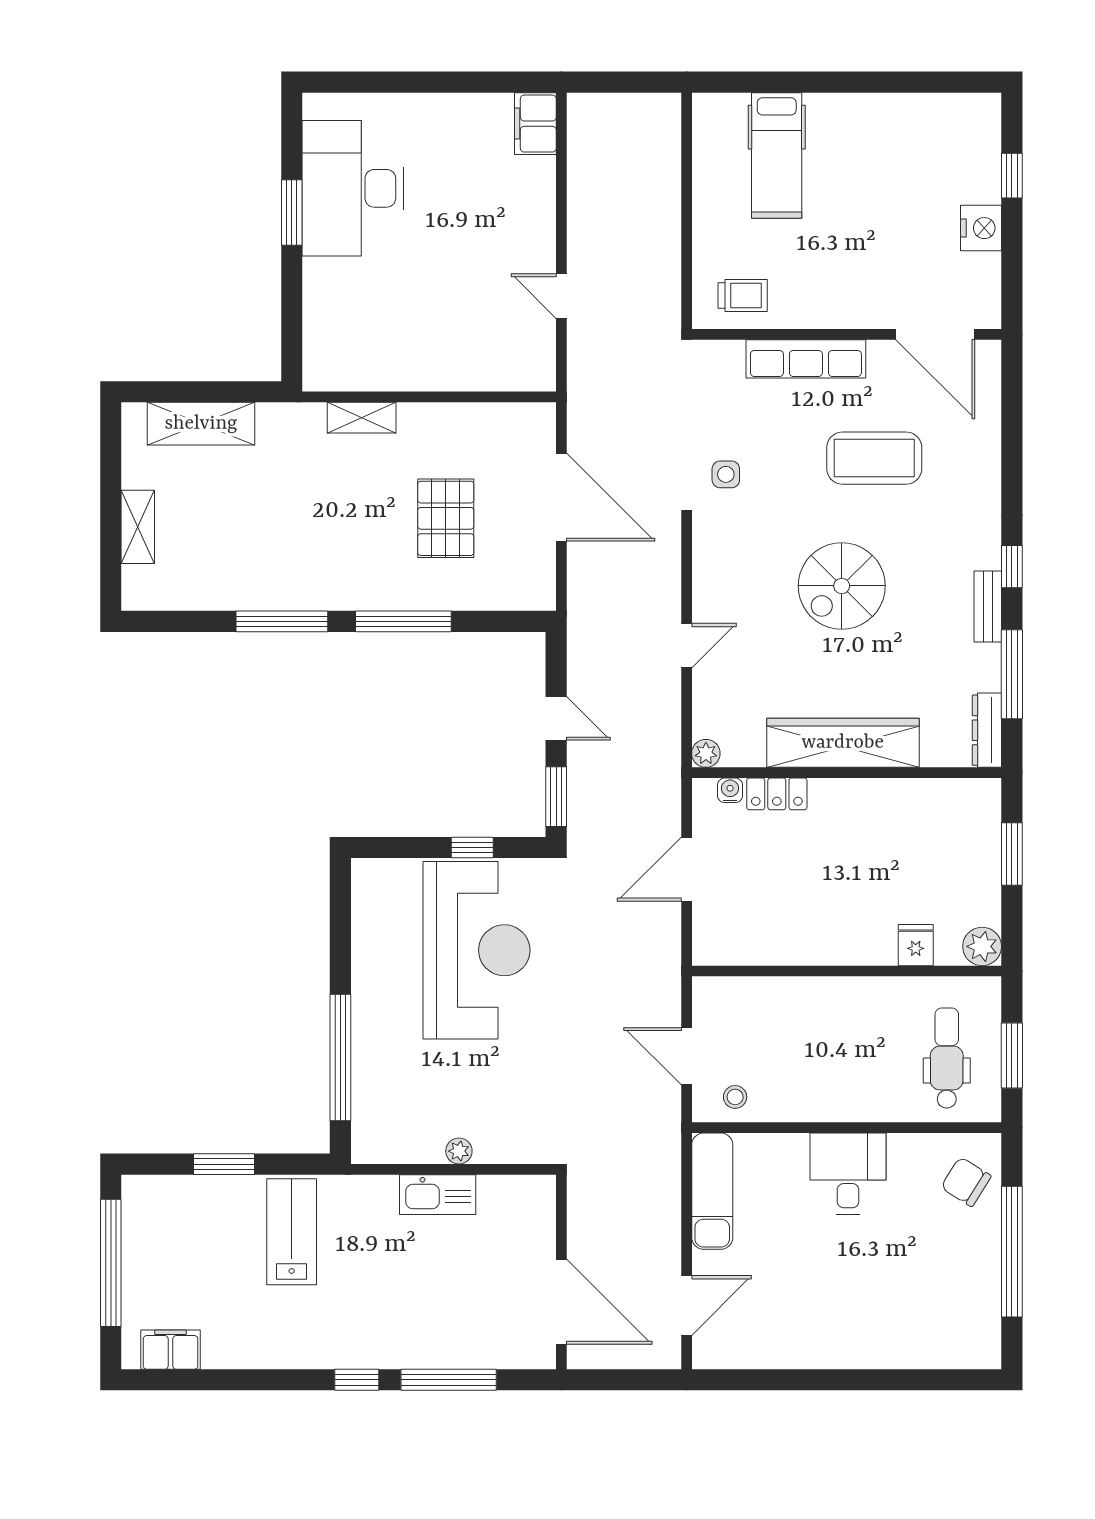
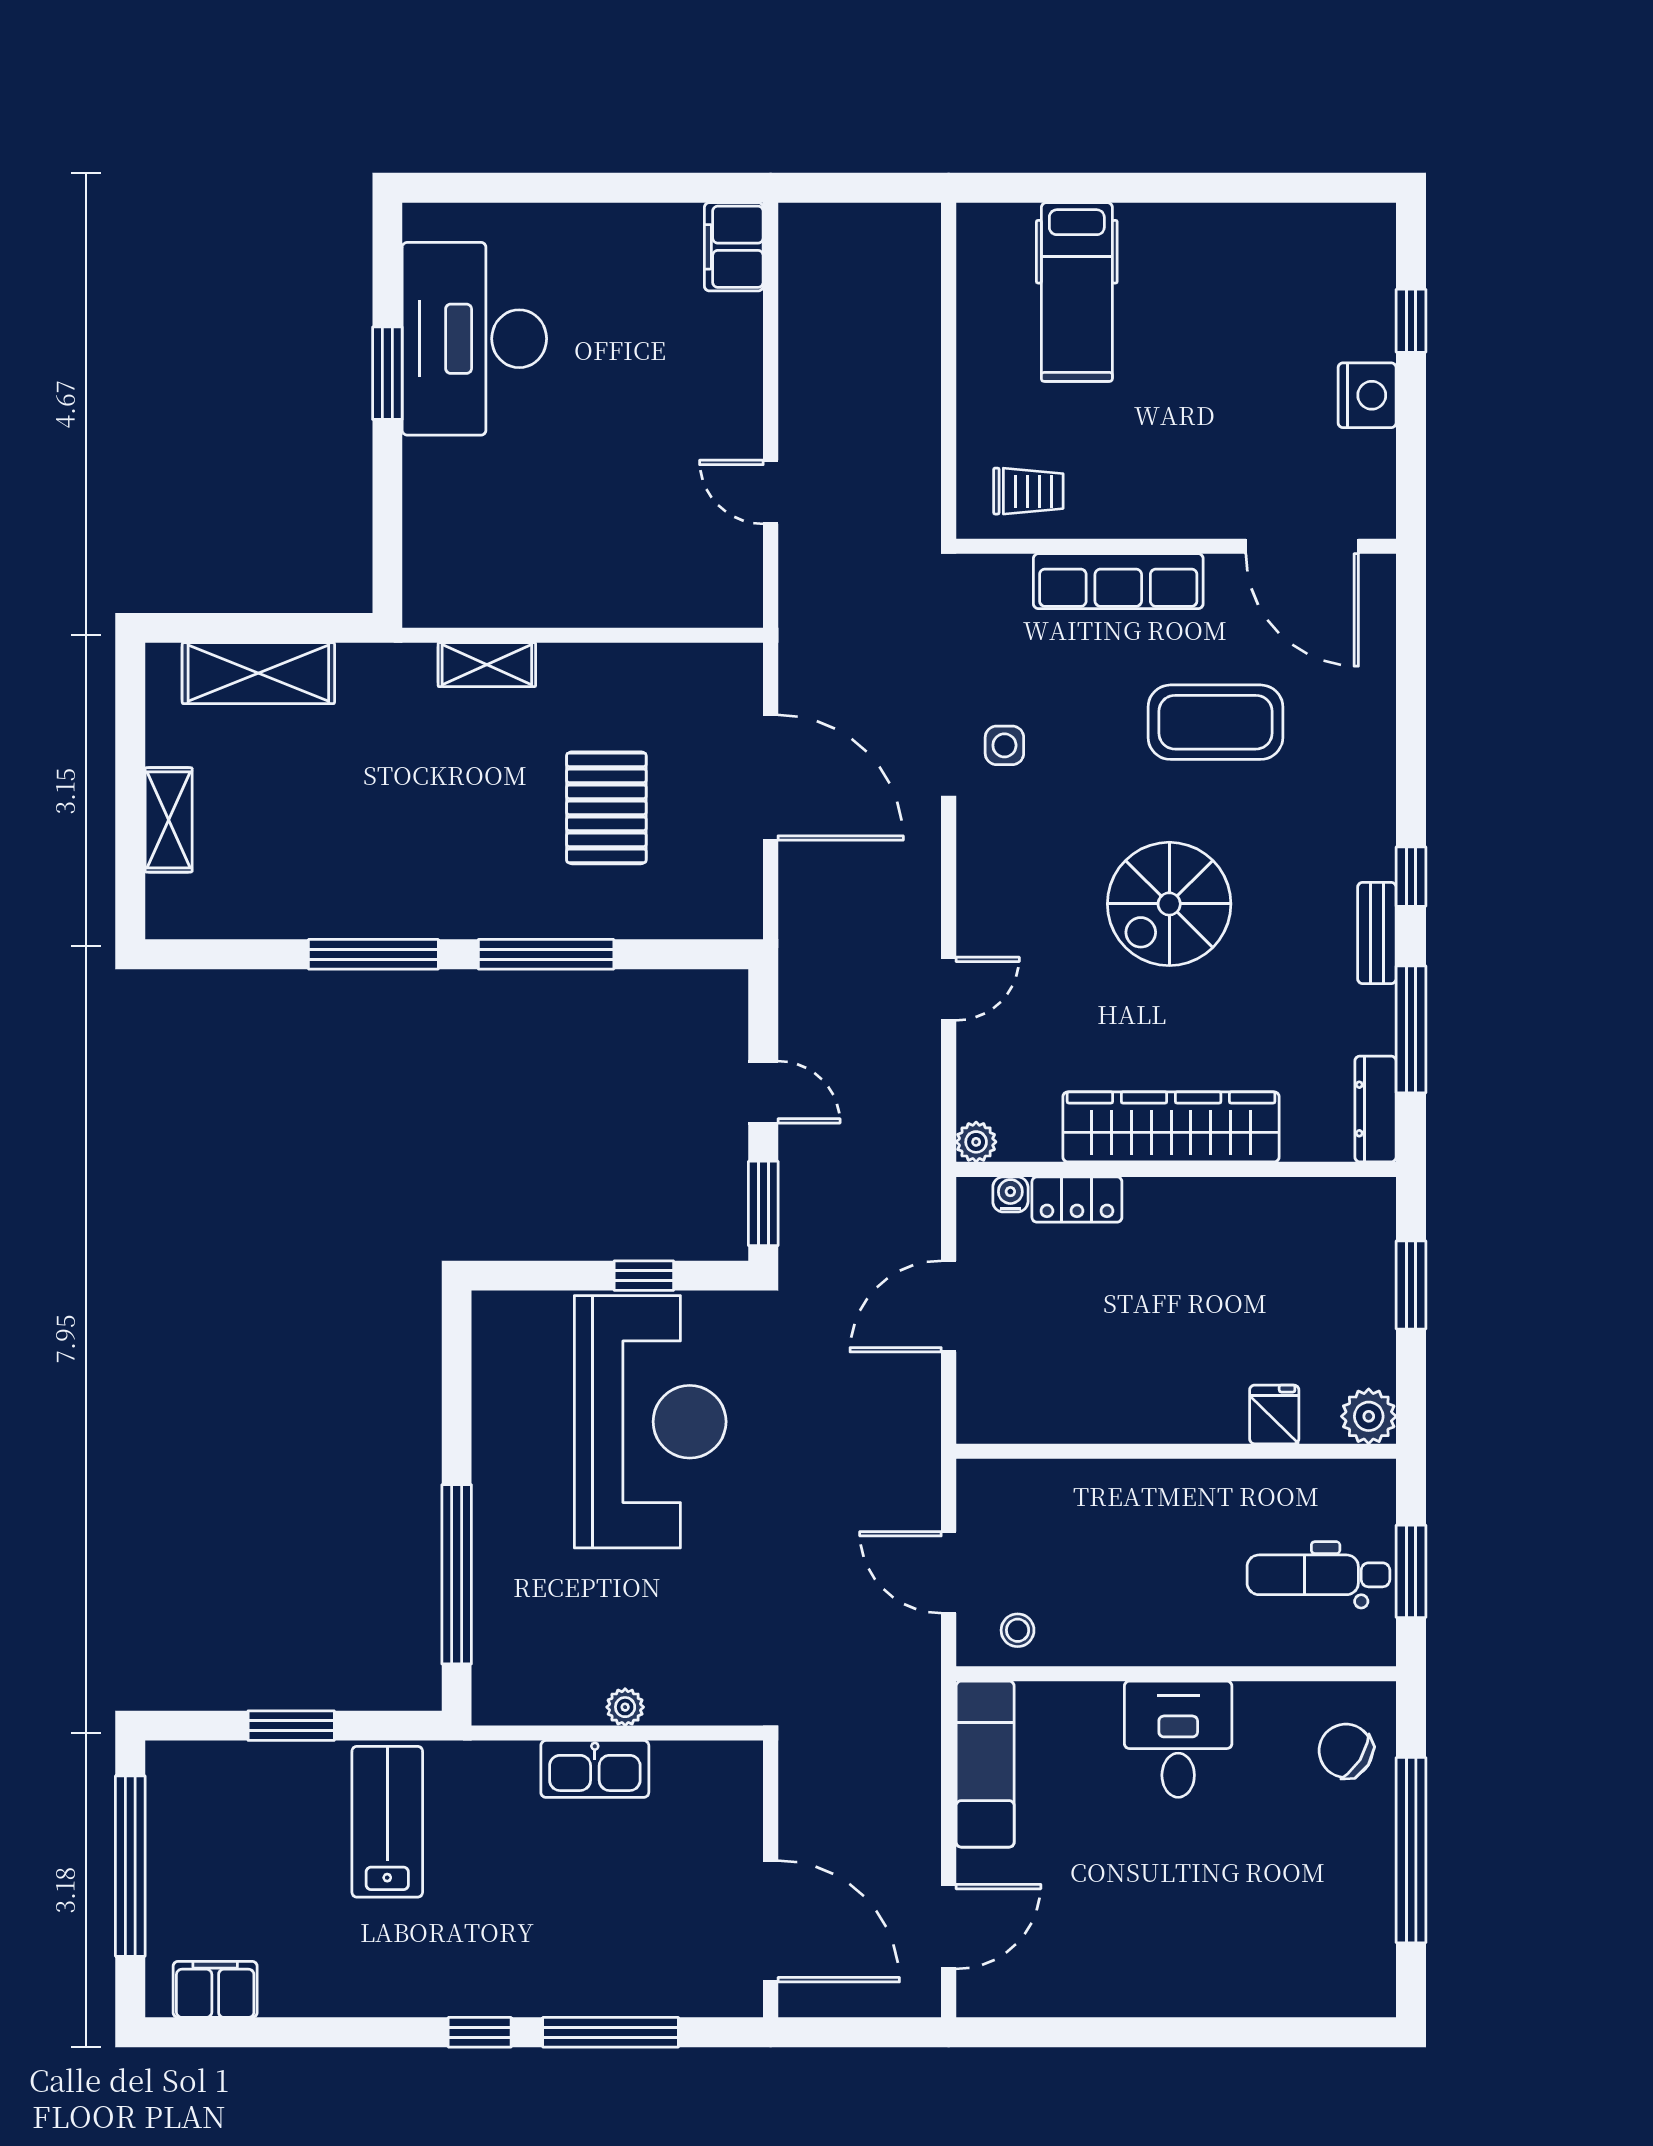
dental chair: (947, 1058) -> (1318, 1575), turned -90

